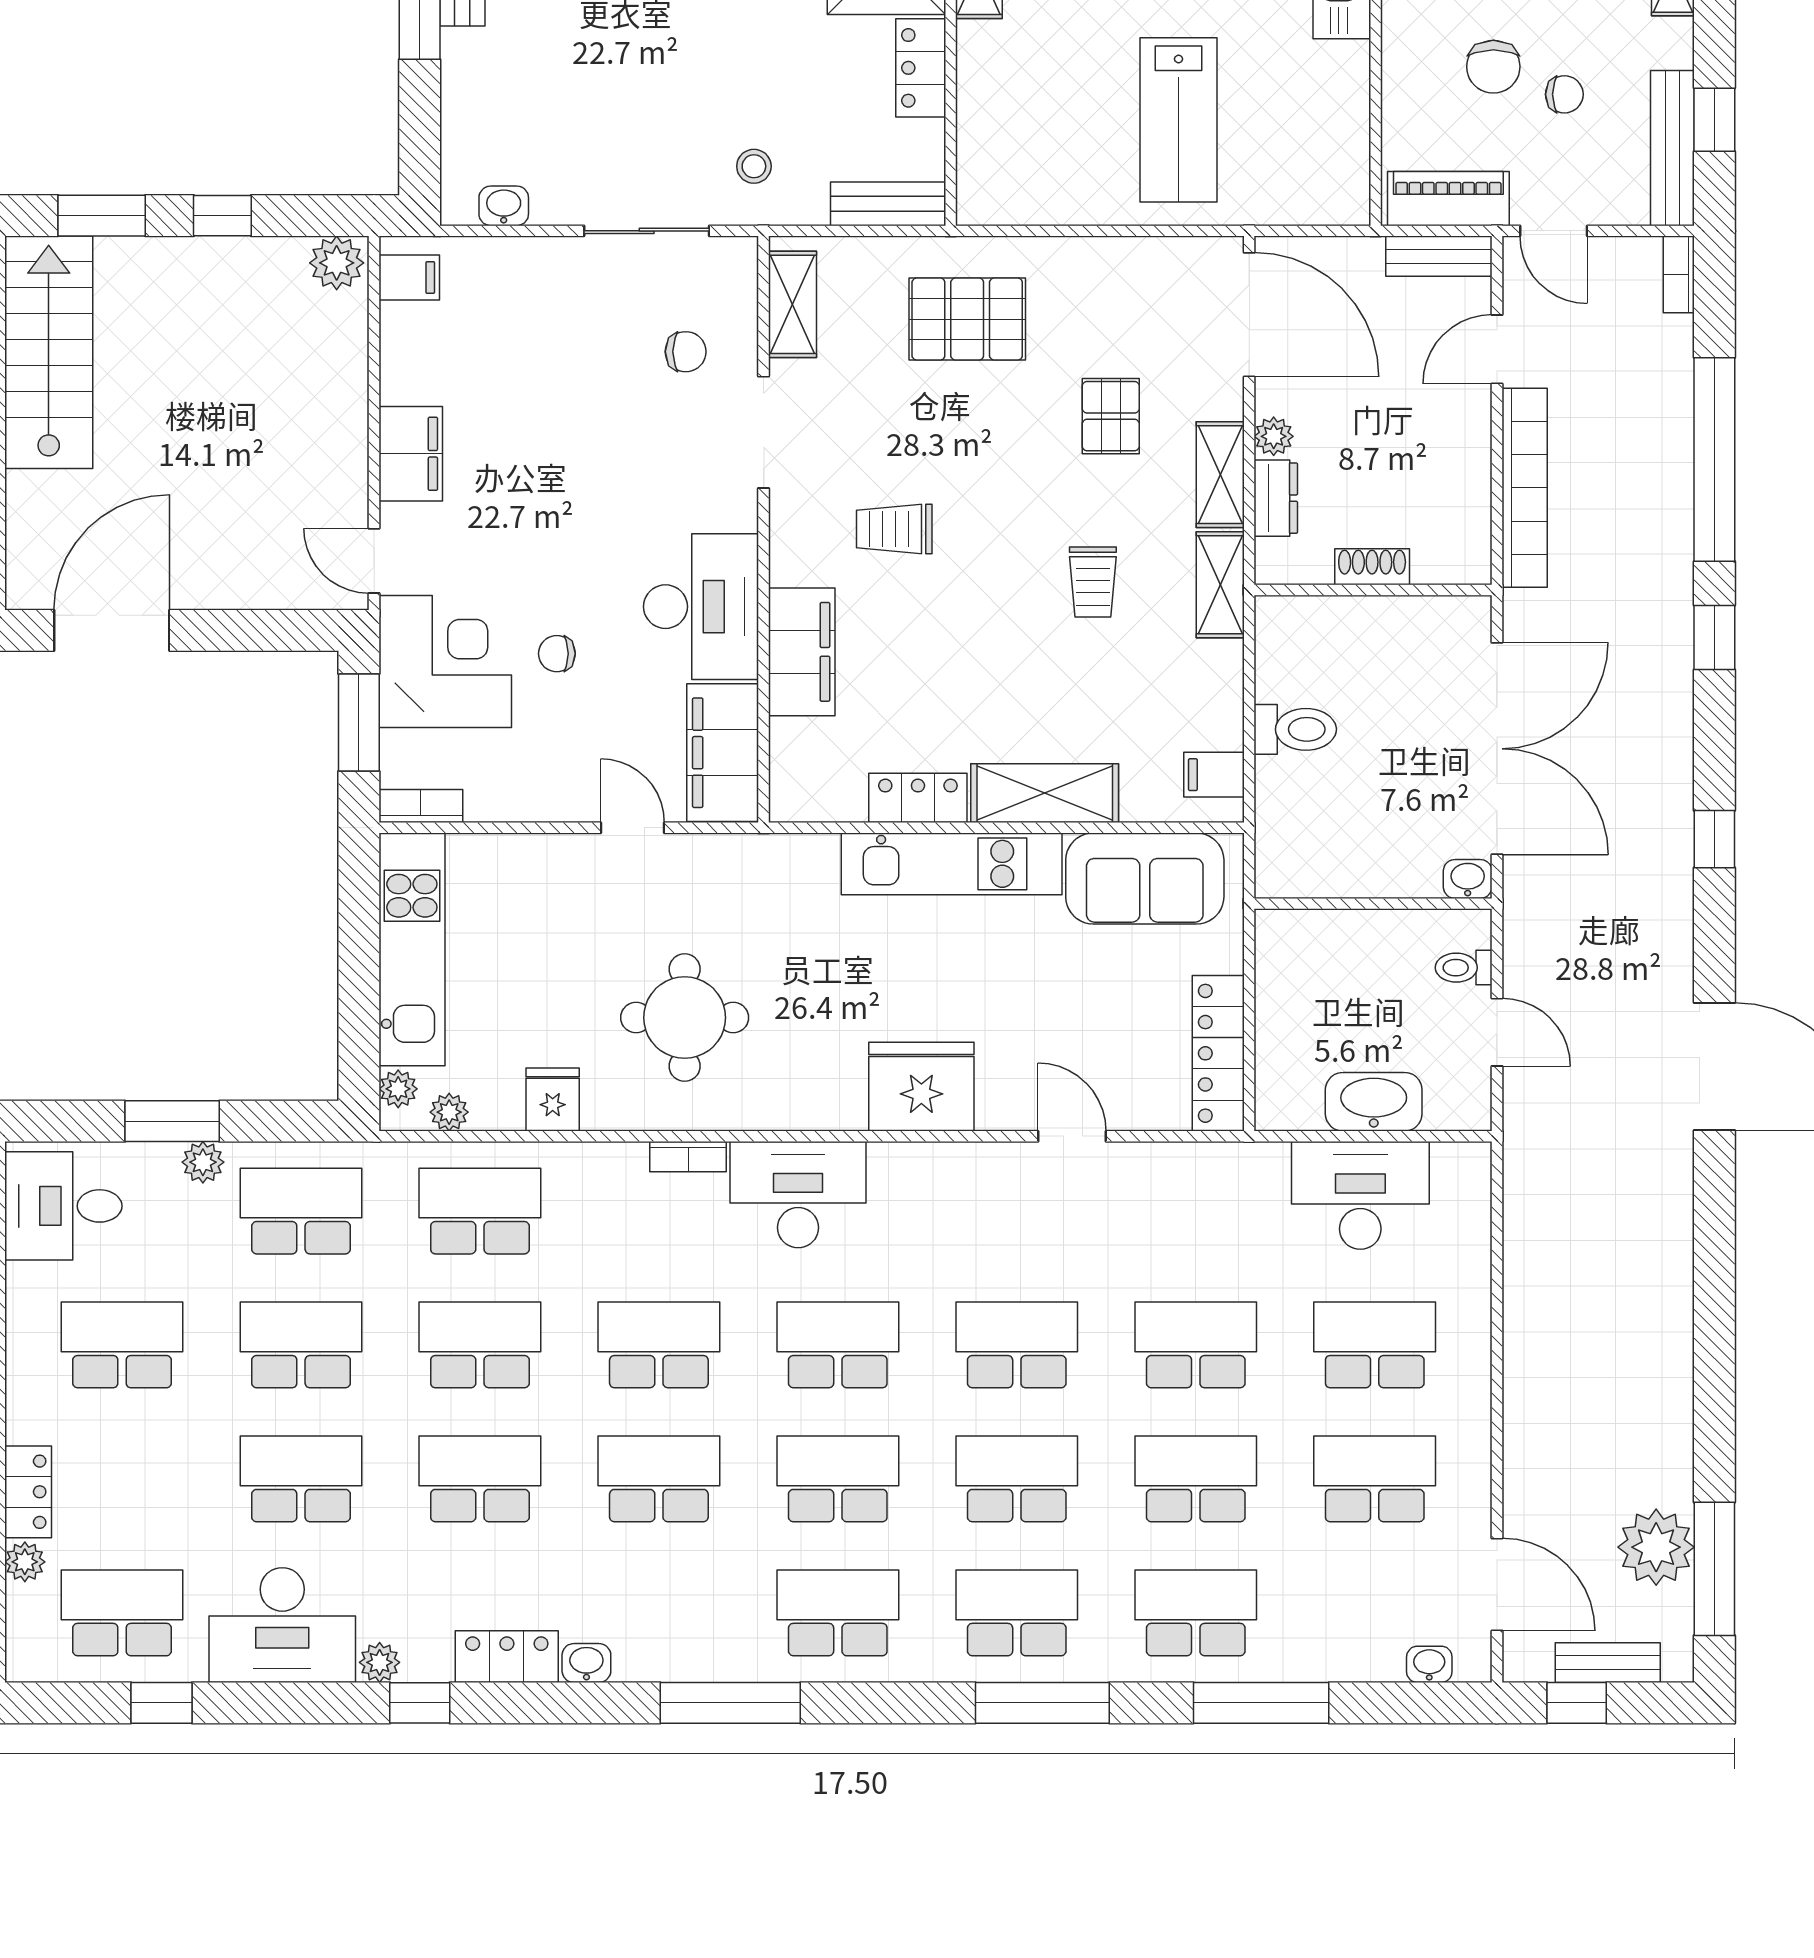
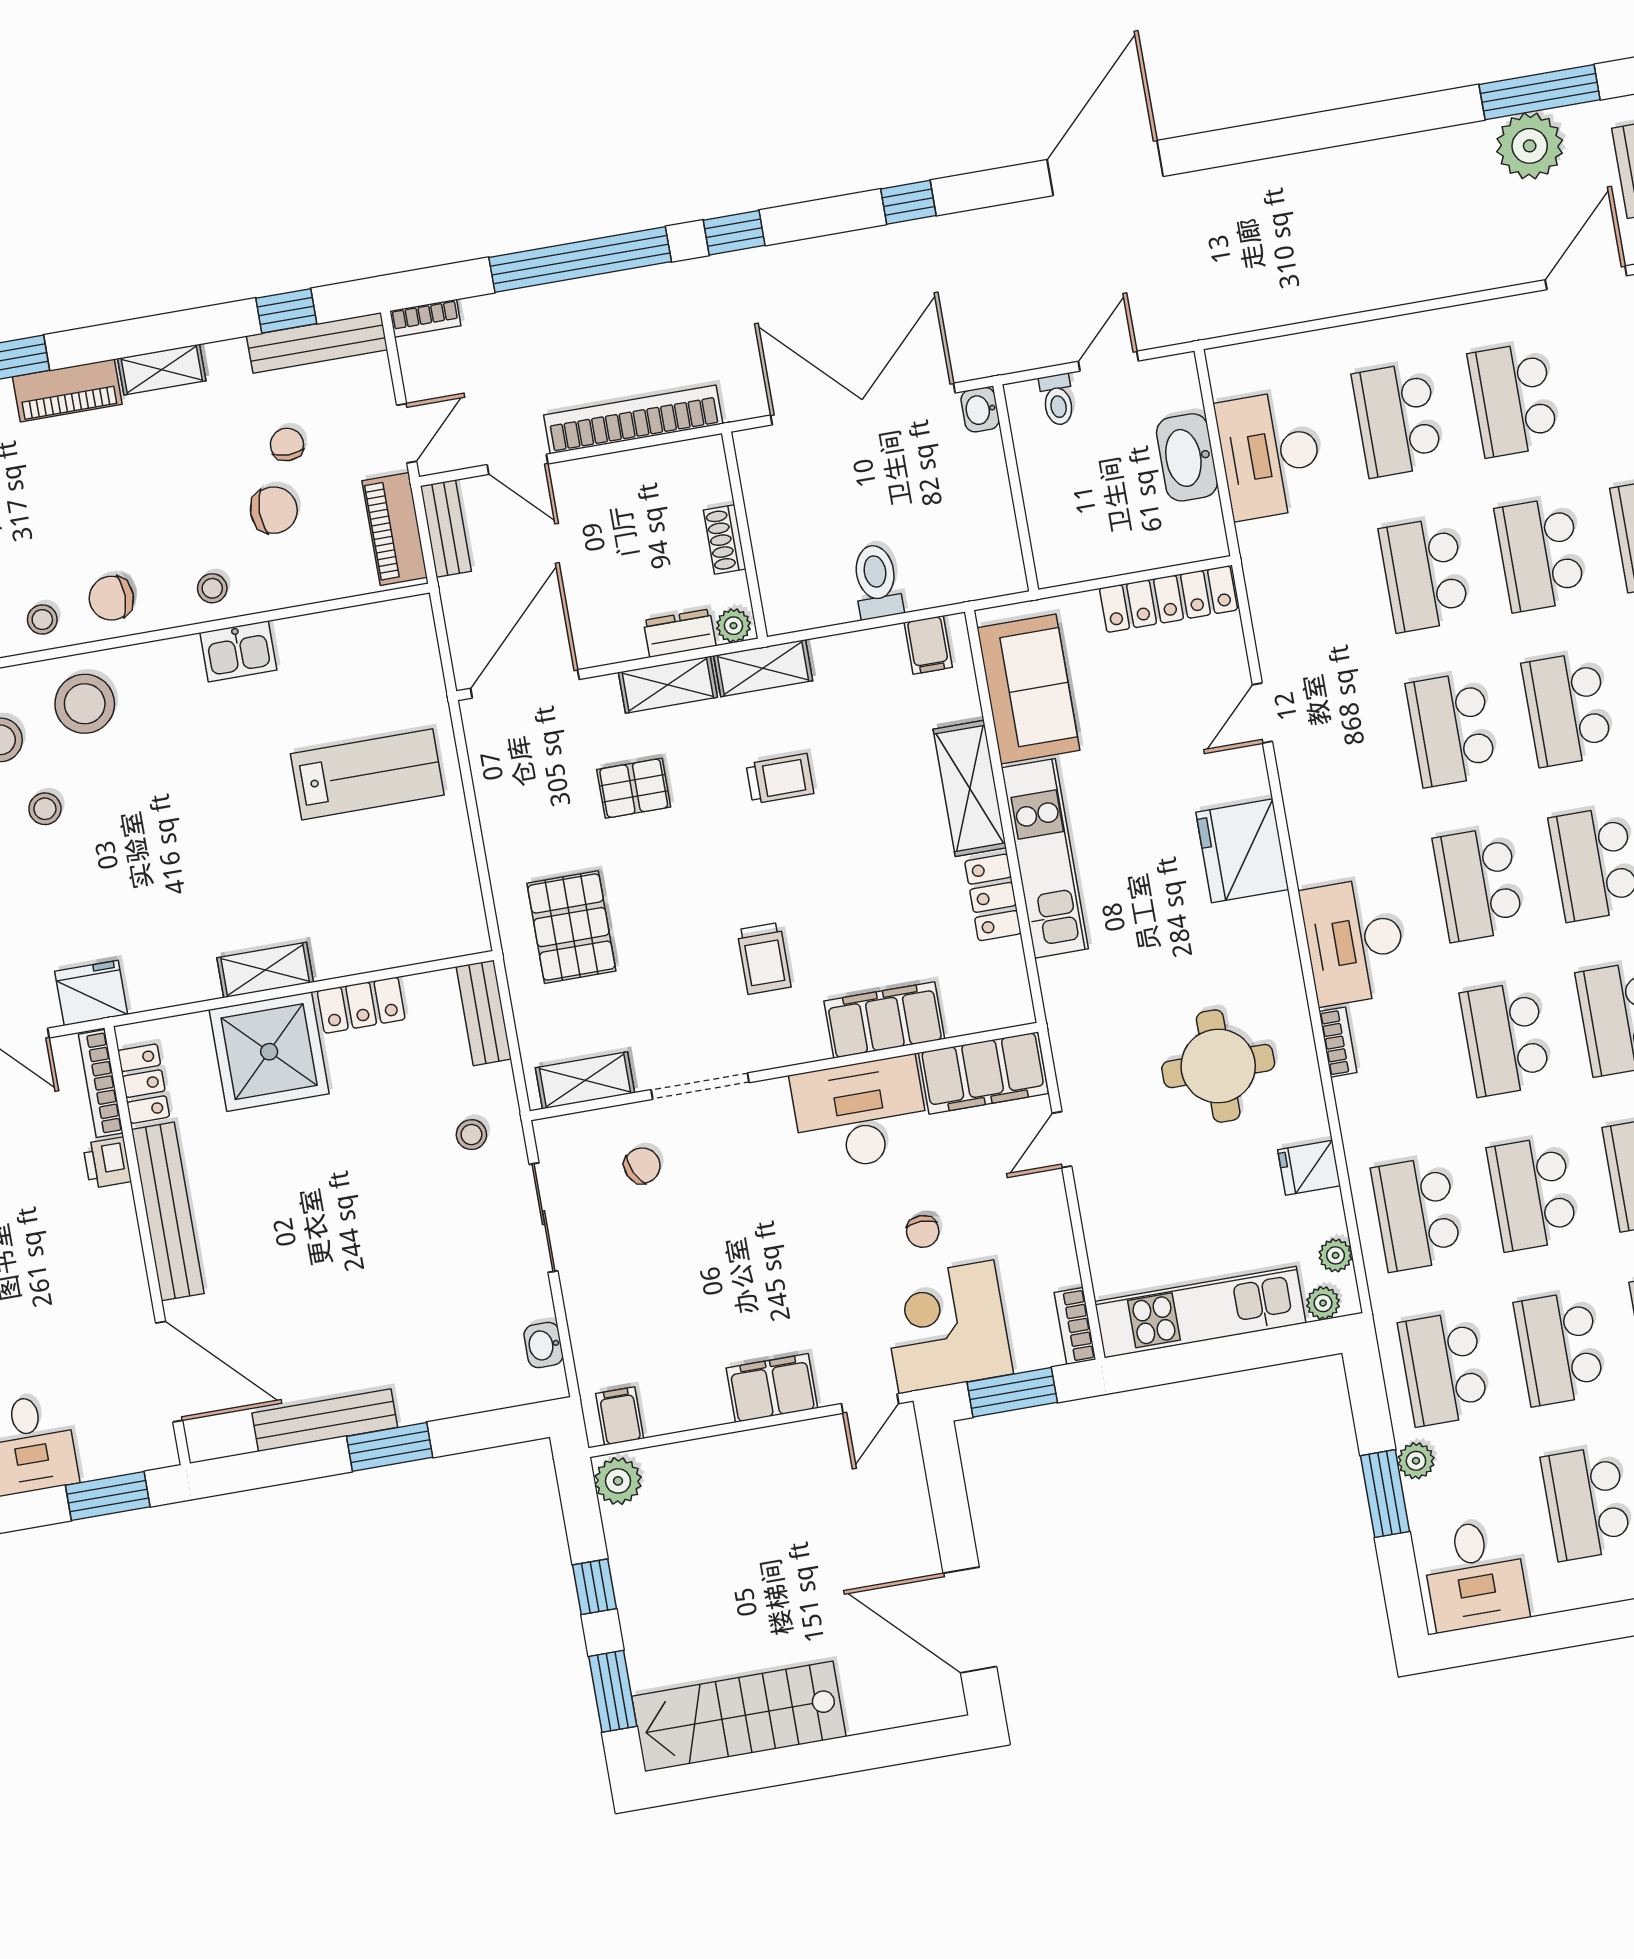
chair: (686, 352) -> (642, 1166), turned 65
plant: (1274, 436) -> (733, 626), moved

